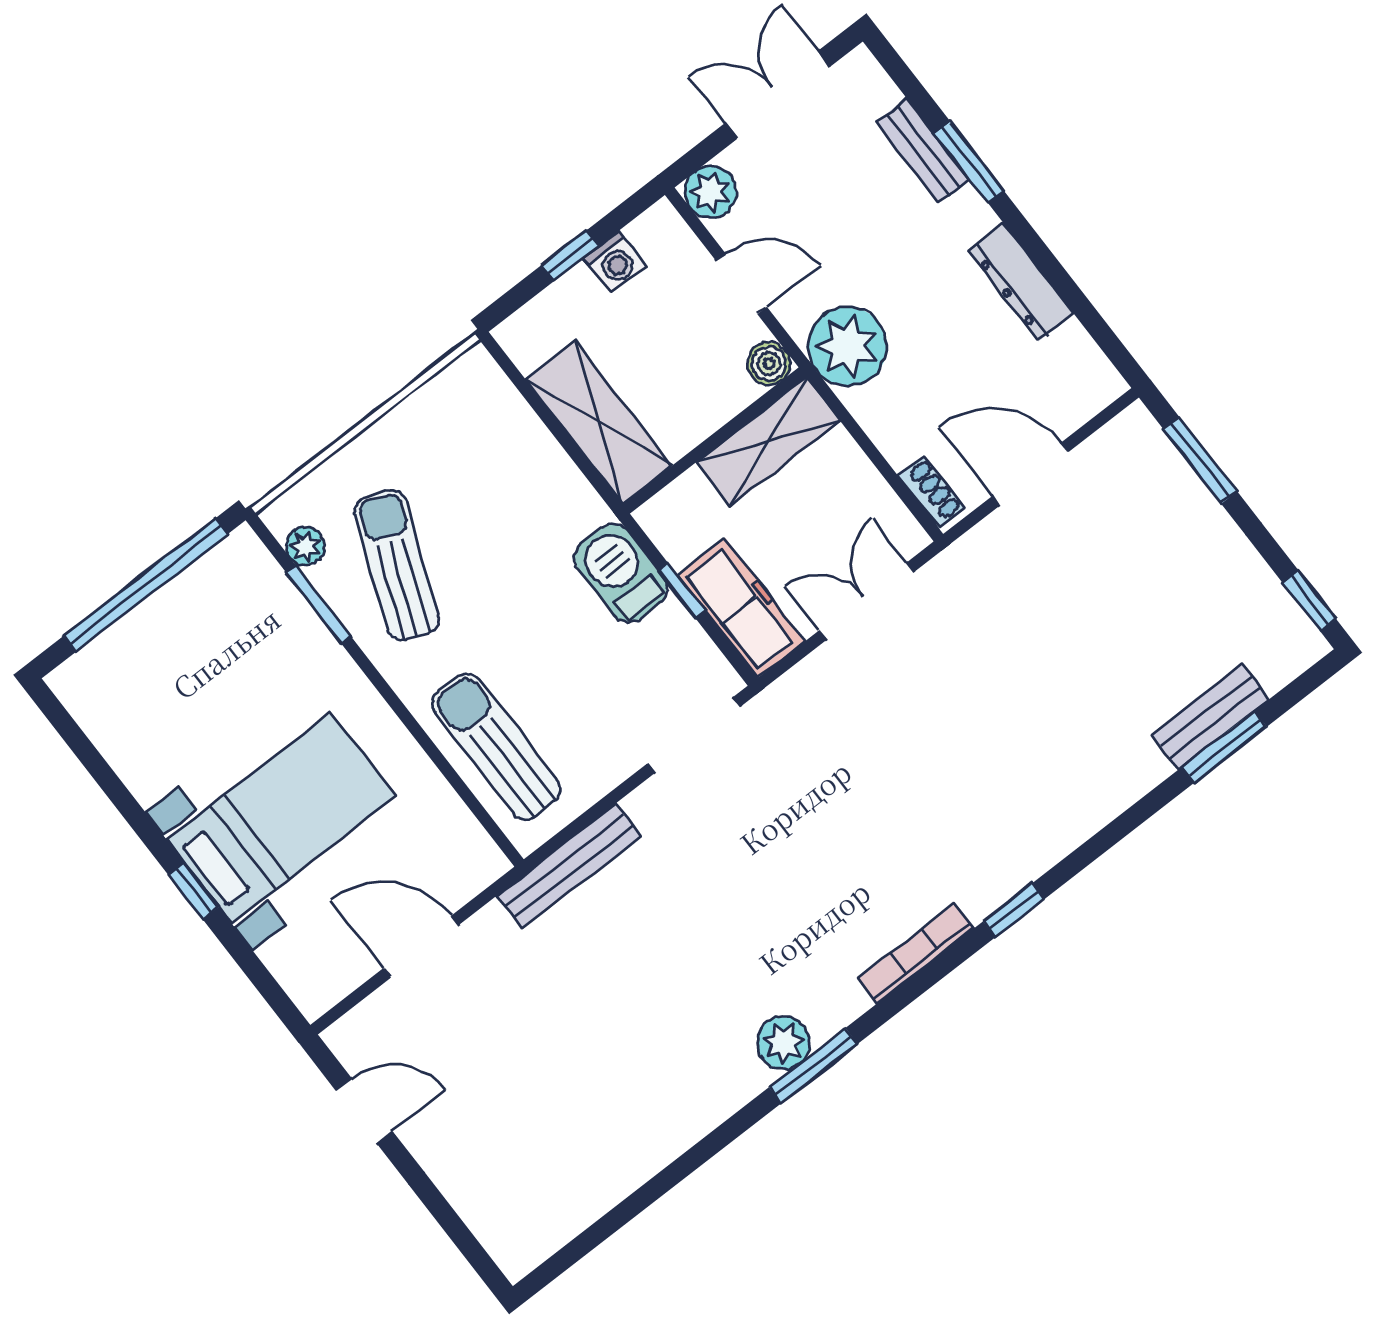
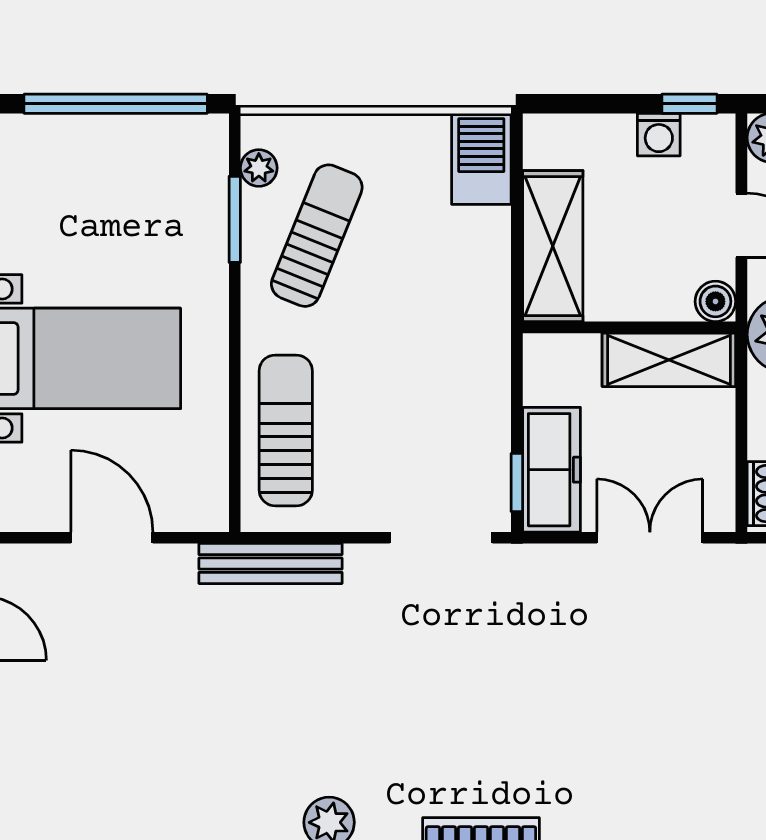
window: (570, 256) -> (689, 104), moved
barbecue: (621, 573) -> (481, 159), moved
window: (682, 591) -> (517, 483), moved

